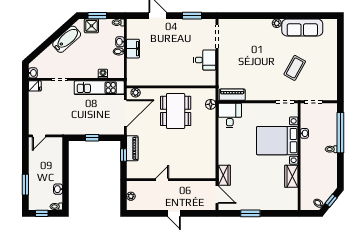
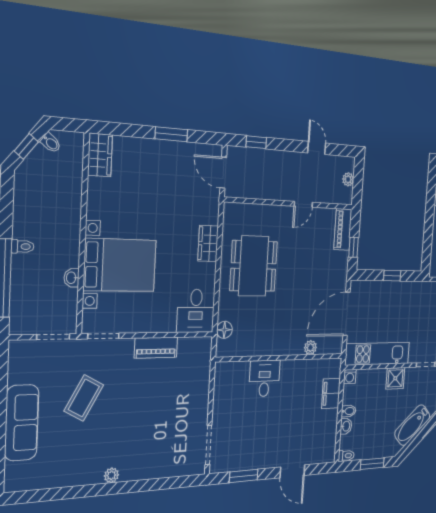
shower: (91, 26) -> (395, 378), moved
sofa: (302, 28) -> (22, 423), moved, turned 90
filing cabinet: (133, 49) -> (331, 393), moved
desk: (205, 60) -> (264, 378), moved, turned 90
washing machine: (103, 74) -> (350, 377), moved
plant: (136, 93) -> (310, 348), moved
piano: (232, 95) -> (156, 348), moved
dining table: (176, 111) -> (254, 266), moved
piano: (132, 148) -> (343, 229), moved
wardrobe: (224, 175) -> (208, 243), moved
wardrobe: (291, 176) -> (100, 155), moved
door: (174, 213) -> (317, 148), moved
window: (197, 213) -> (256, 142), added

